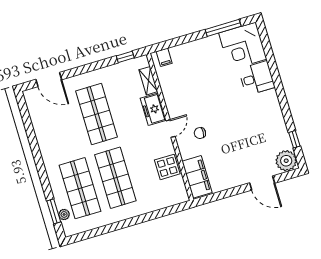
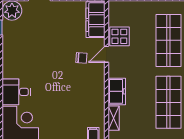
door: (170, 129) -> (106, 54), moved

